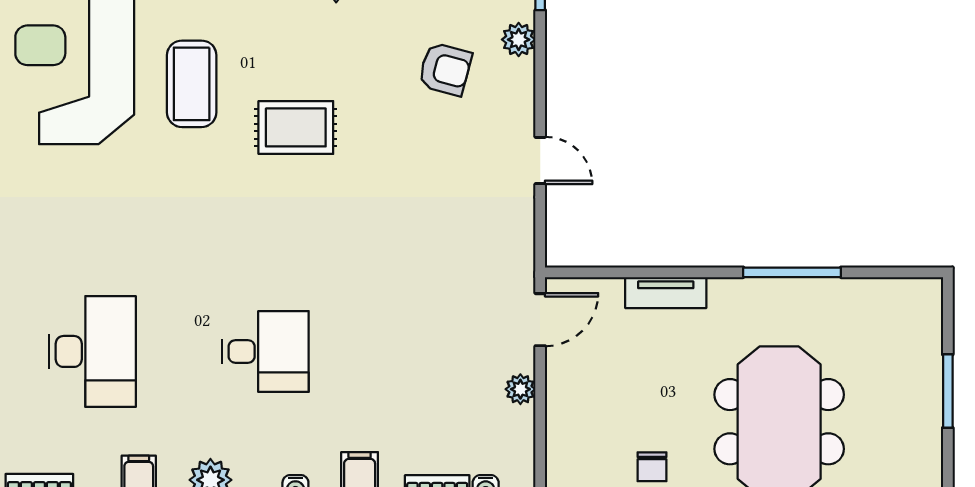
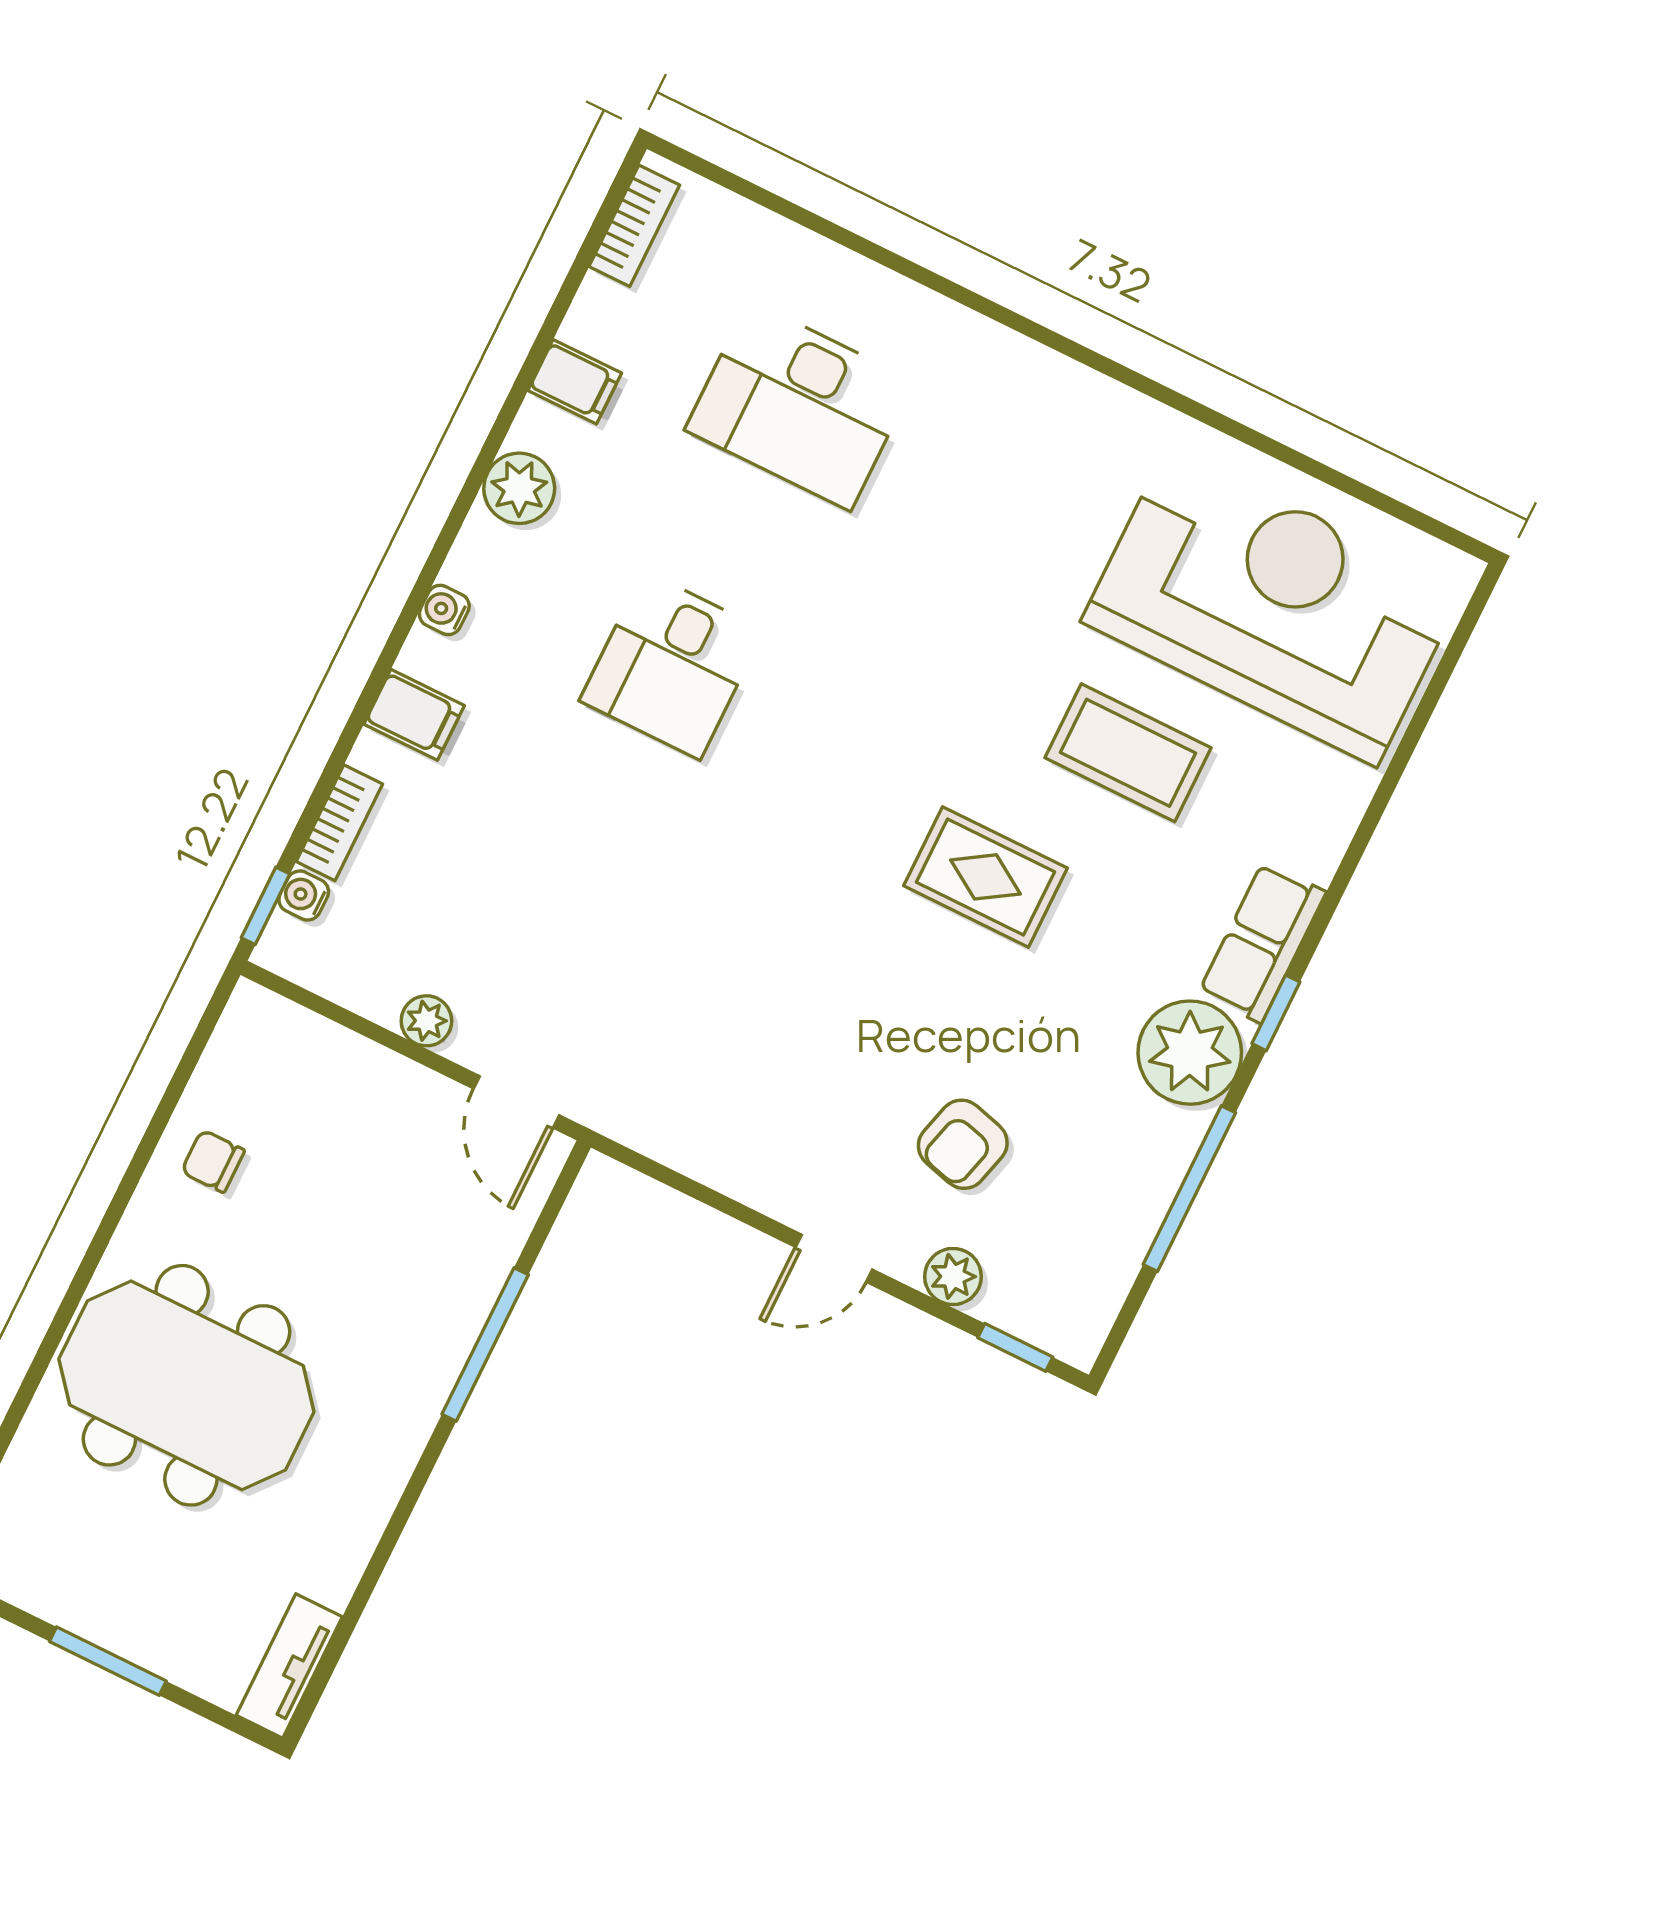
rug: (296, 127) -> (986, 877), turned 90
door: (540, 160) -> (834, 1258), moved
window: (792, 272) -> (485, 1345), moved
tv unit: (666, 293) -> (289, 1666), moved

